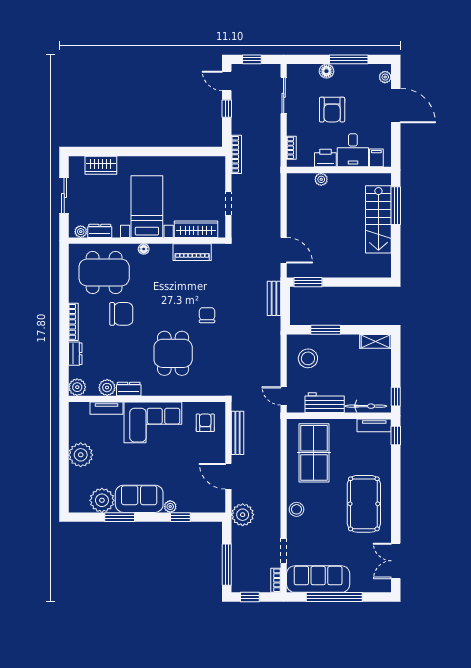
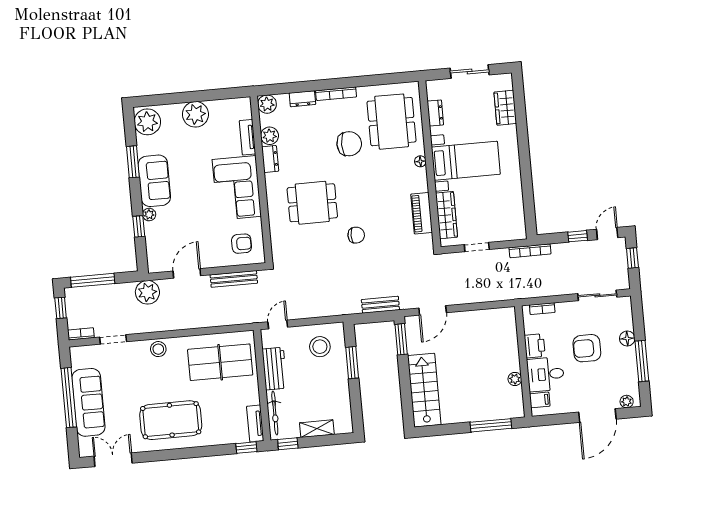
plant: (321, 179) -> (515, 379), moved
stairs: (378, 219) -> (424, 390), moved, turned 90
plant: (81, 232) -> (433, 93), removed
chair: (121, 314) -> (349, 144), turned -90
shelving: (376, 341) -> (317, 429), moved, turned 90
plant: (102, 500) -> (147, 122), moved
sofa: (318, 579) -> (88, 402), moved

